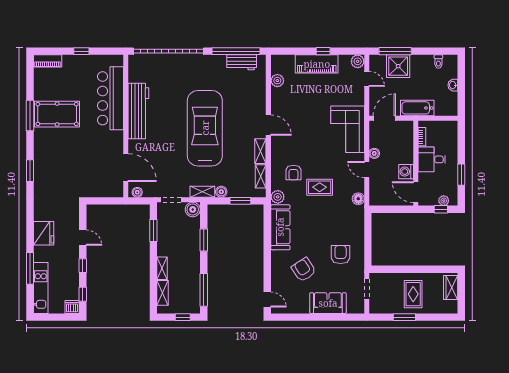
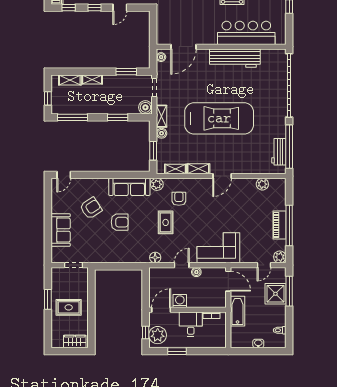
window: (323, 51) -> (289, 226), width x3.17
piano: (317, 64) -> (280, 225), width x0.73, depth x0.75
armchair: (293, 173) -> (179, 199), turned 90
plant: (444, 201) -> (158, 335), width x1.87, depth x1.87
armchair: (341, 255) -> (120, 222), moved

